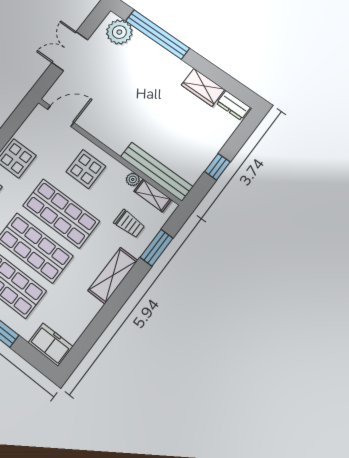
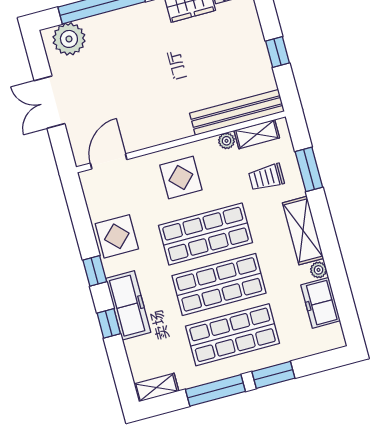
trolley: (129, 224) -> (266, 177), turned 180
plant: (94, 307) -> (318, 270), added
freezer: (51, 345) -> (321, 303), moved, turned -90

